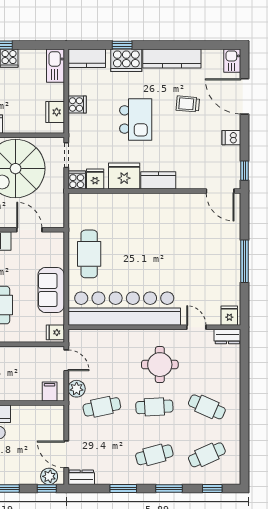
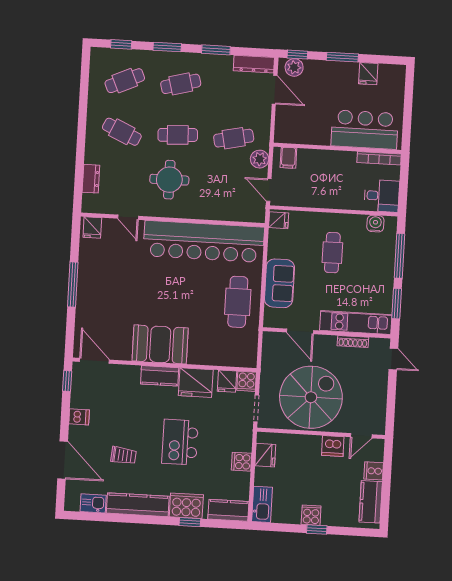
kitchen sink: (232, 61) -> (93, 503), moved, turned -90
booth: (160, 210) -> (160, 344), added
sofa: (51, 290) -> (279, 283), moved
dresser: (227, 336) -> (91, 179), moved, turned 90
dresser: (81, 477) -> (254, 64), width x1.44

